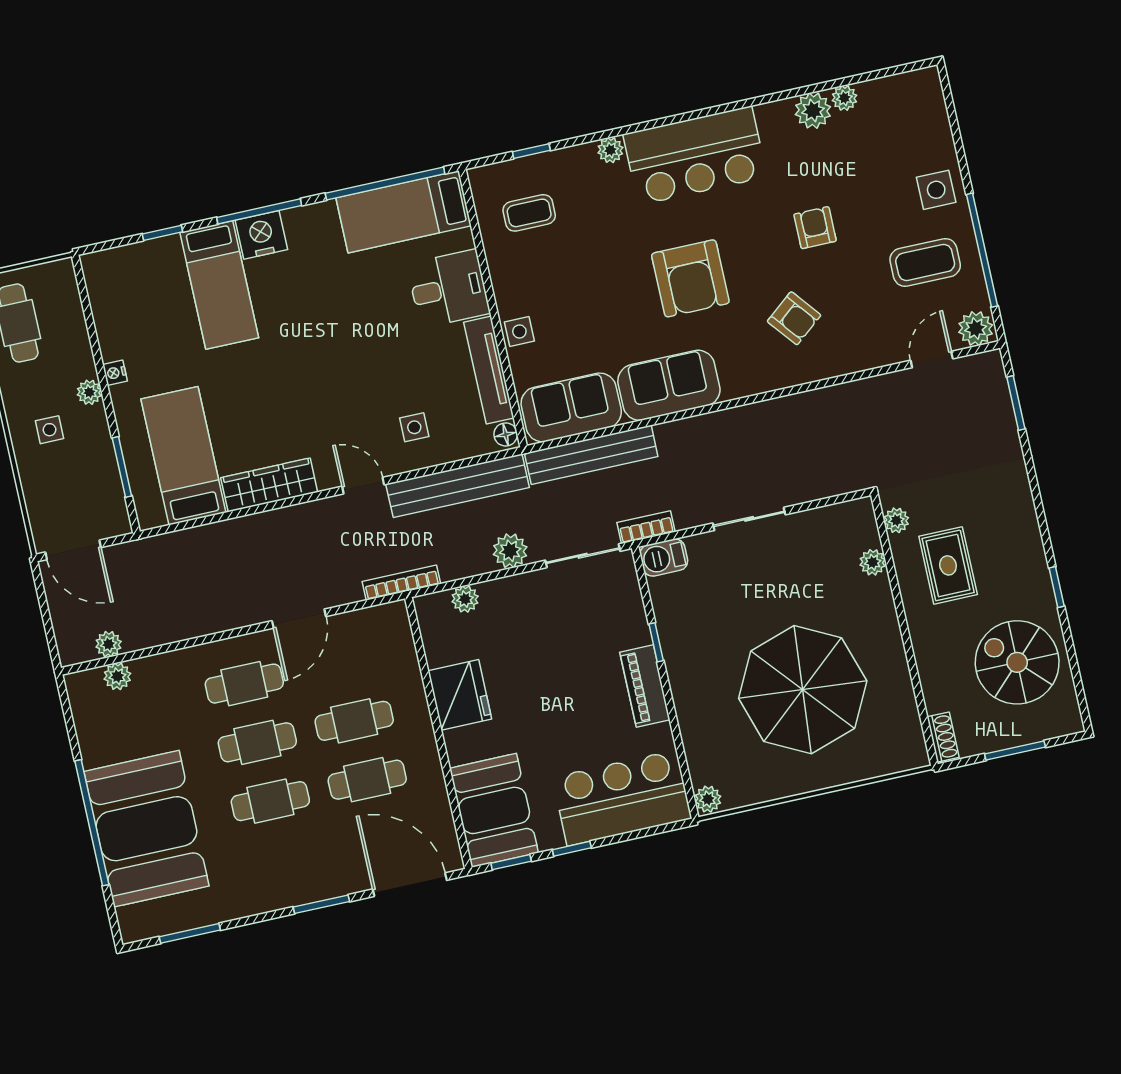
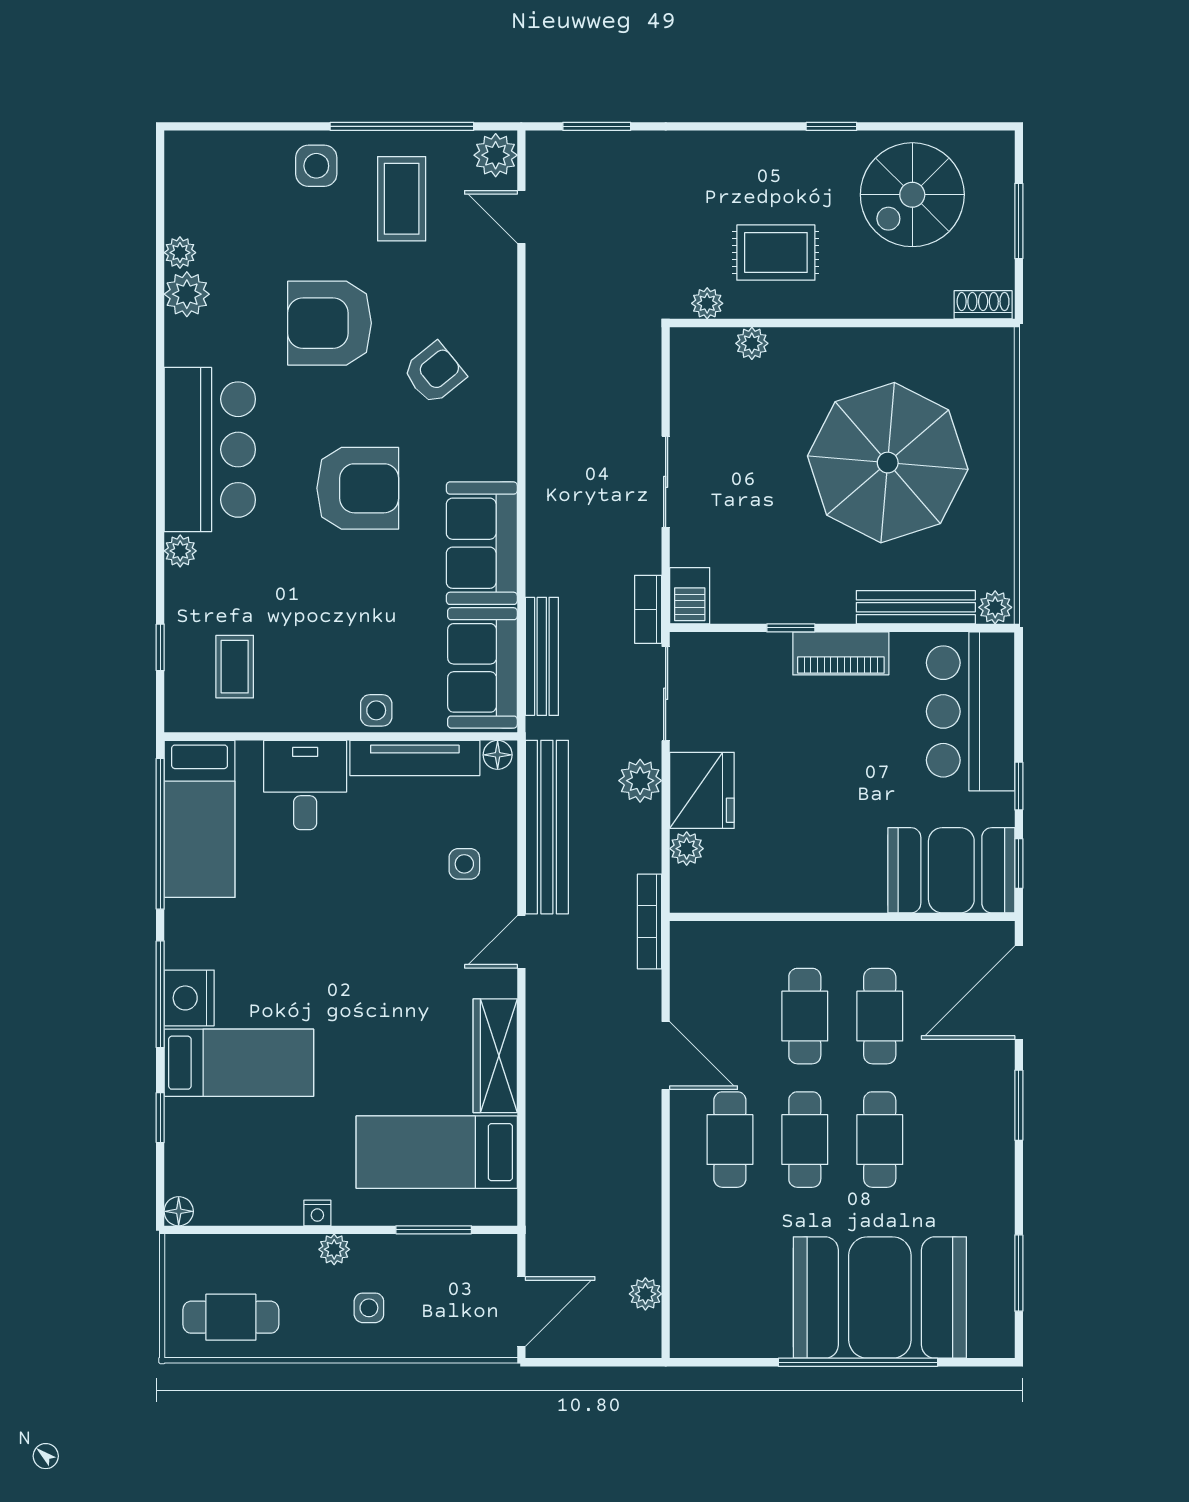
armchair: (815, 228) -> (330, 323), width x1.88, depth x1.88
floor lamp: (92, 264) -> (179, 1211), added
bench: (591, 455) -> (542, 656), width x0.73, depth x0.82
plant: (117, 676) -> (687, 1292), removed
fridge: (460, 695) -> (702, 790), moved, turned 90
bench: (694, 737) -> (916, 607), added

